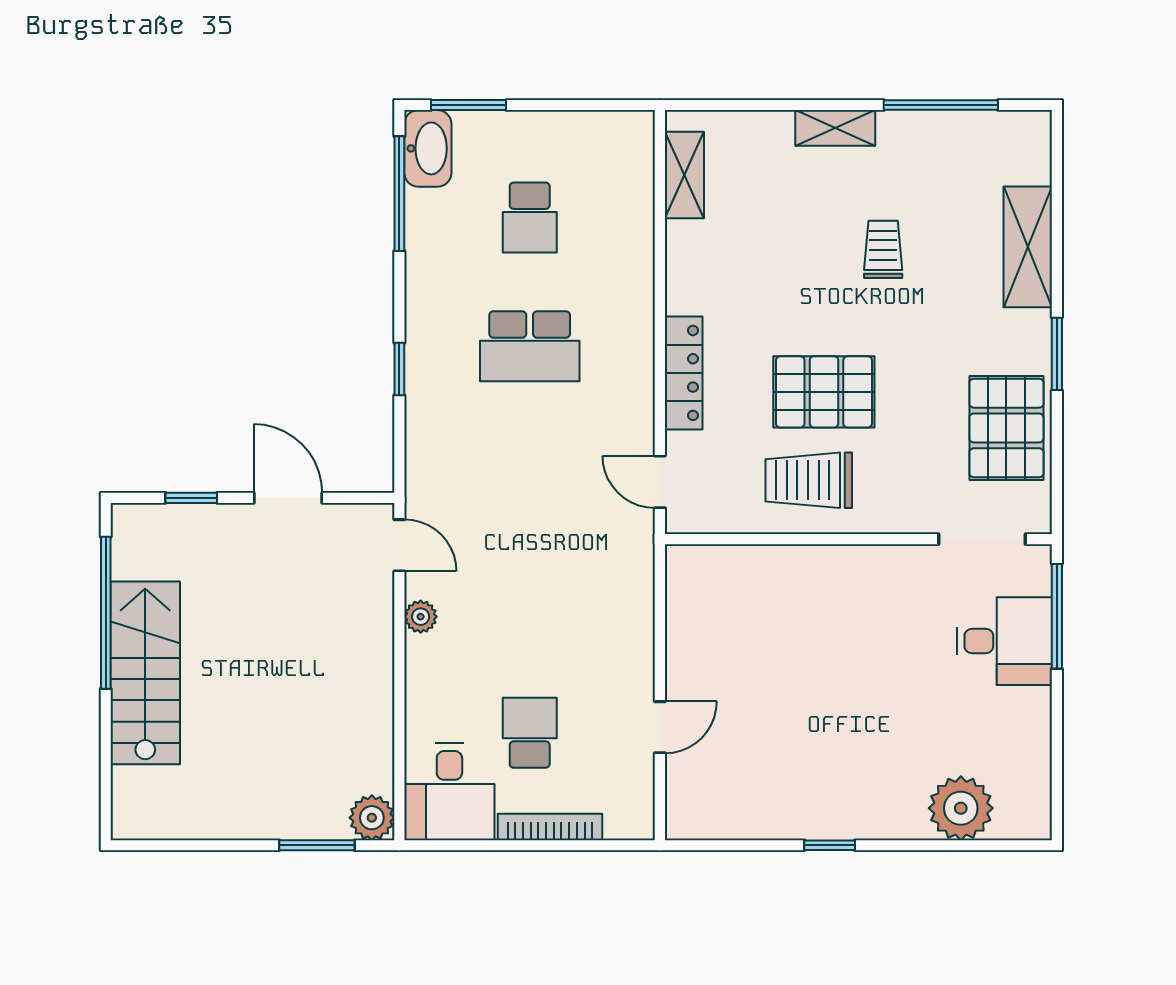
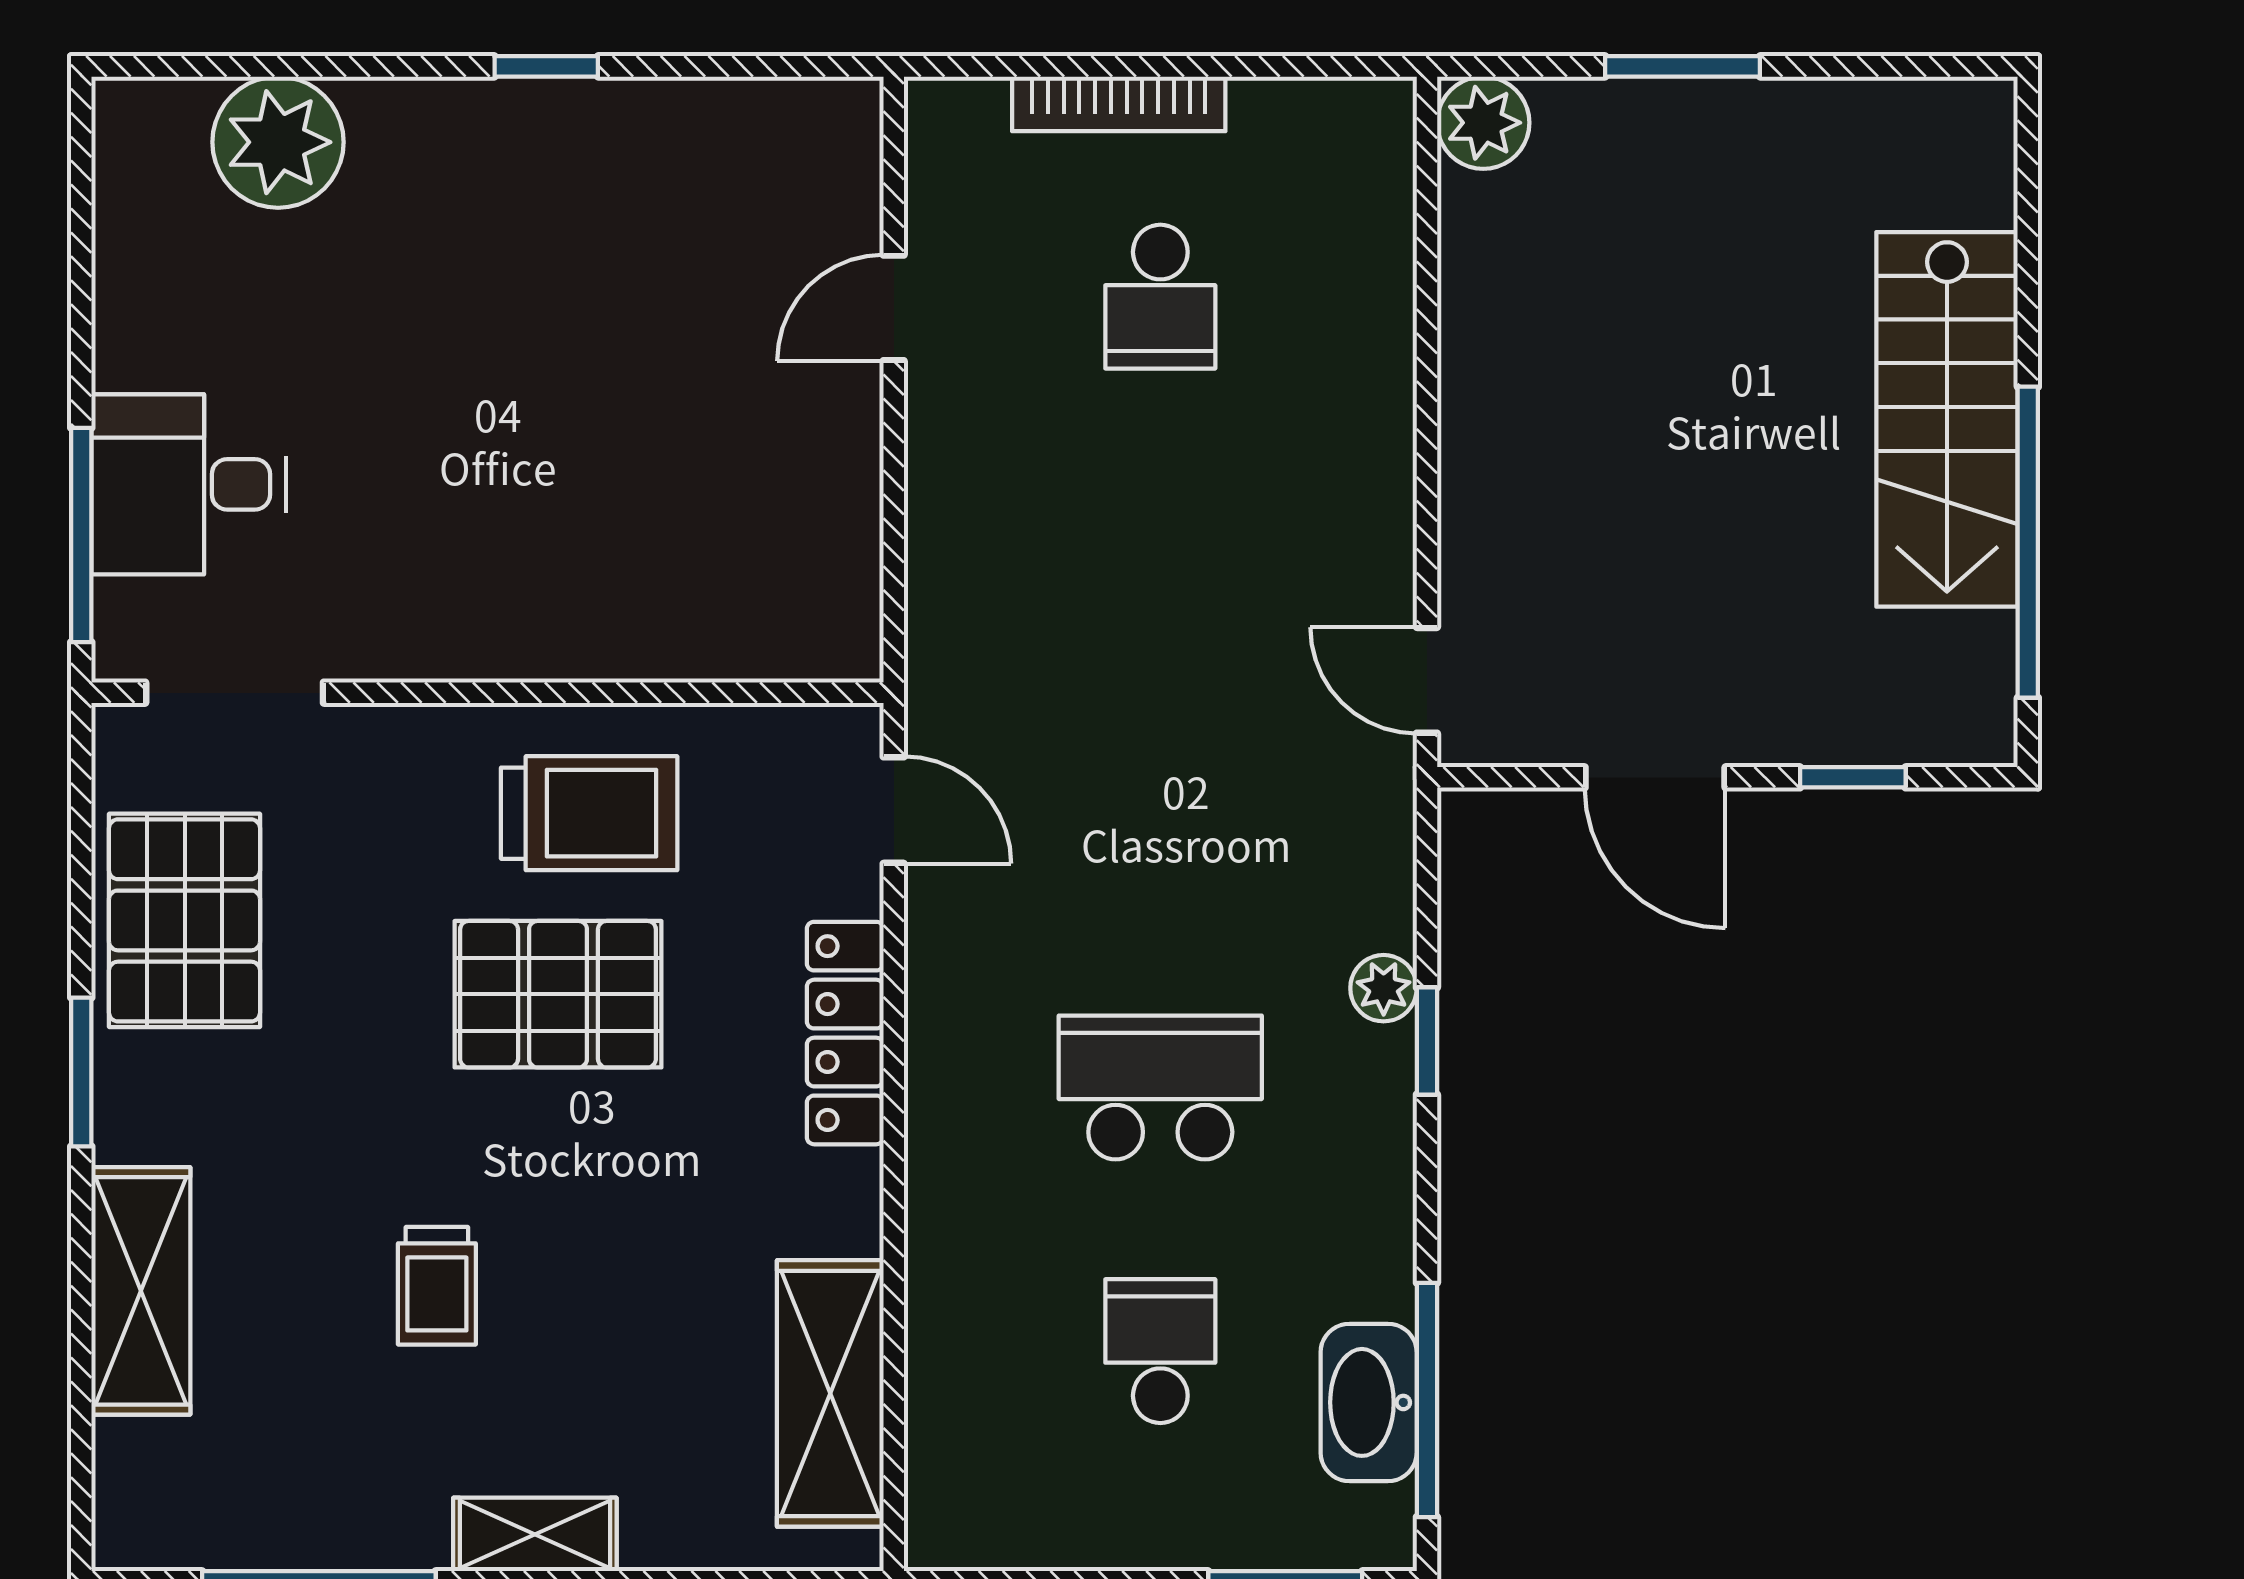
washbasin: (428, 148) -> (1369, 1402), moved
shelving: (684, 175) -> (830, 1393), width x1.50, depth x1.33
plant: (421, 617) -> (1384, 988), moved
desk: (449, 792) -> (1324, 176), removed
window: (317, 845) -> (1683, 66), moved

